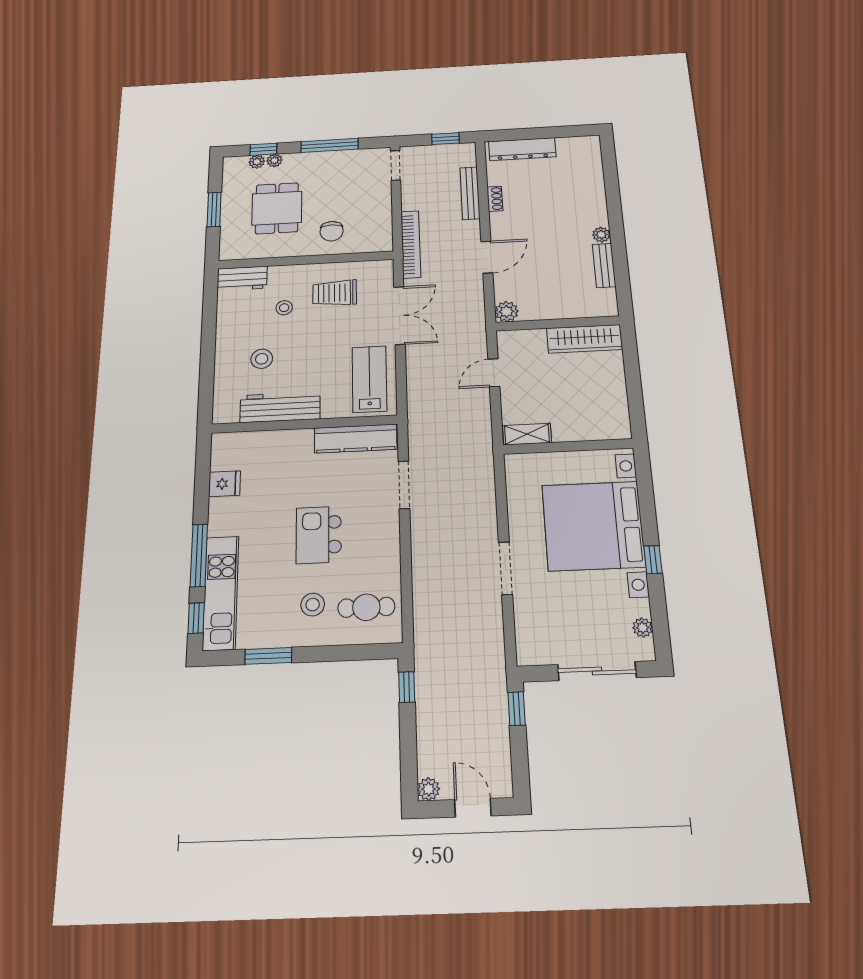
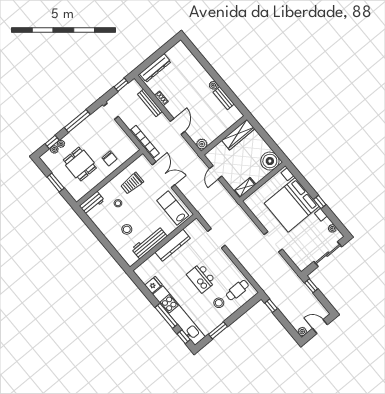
boiler: (609, 421) -> (270, 161), added
kitchen counter: (356, 439) -> (173, 245), moved
kitchen unit: (221, 593) -> (179, 316), width x1.36

